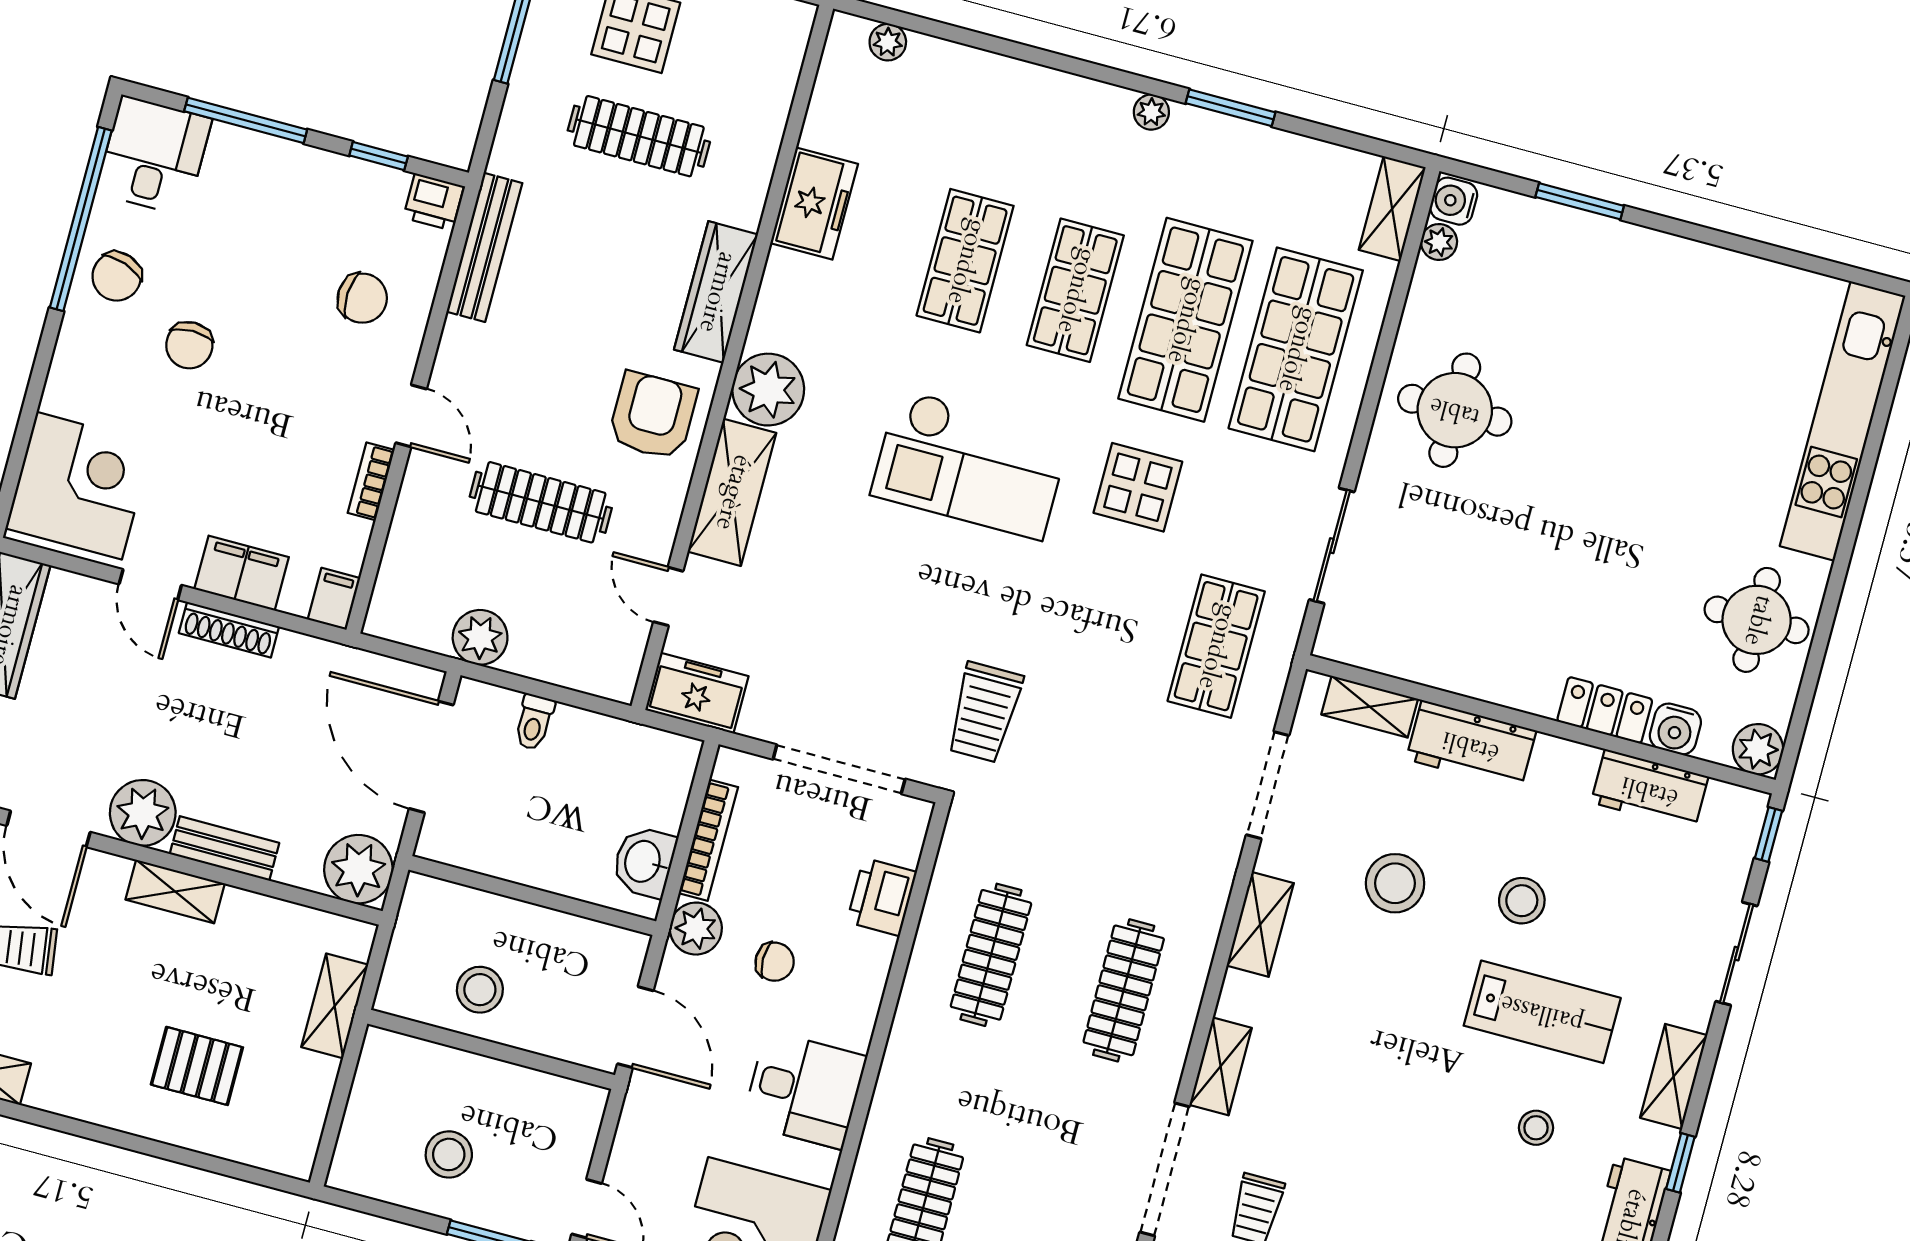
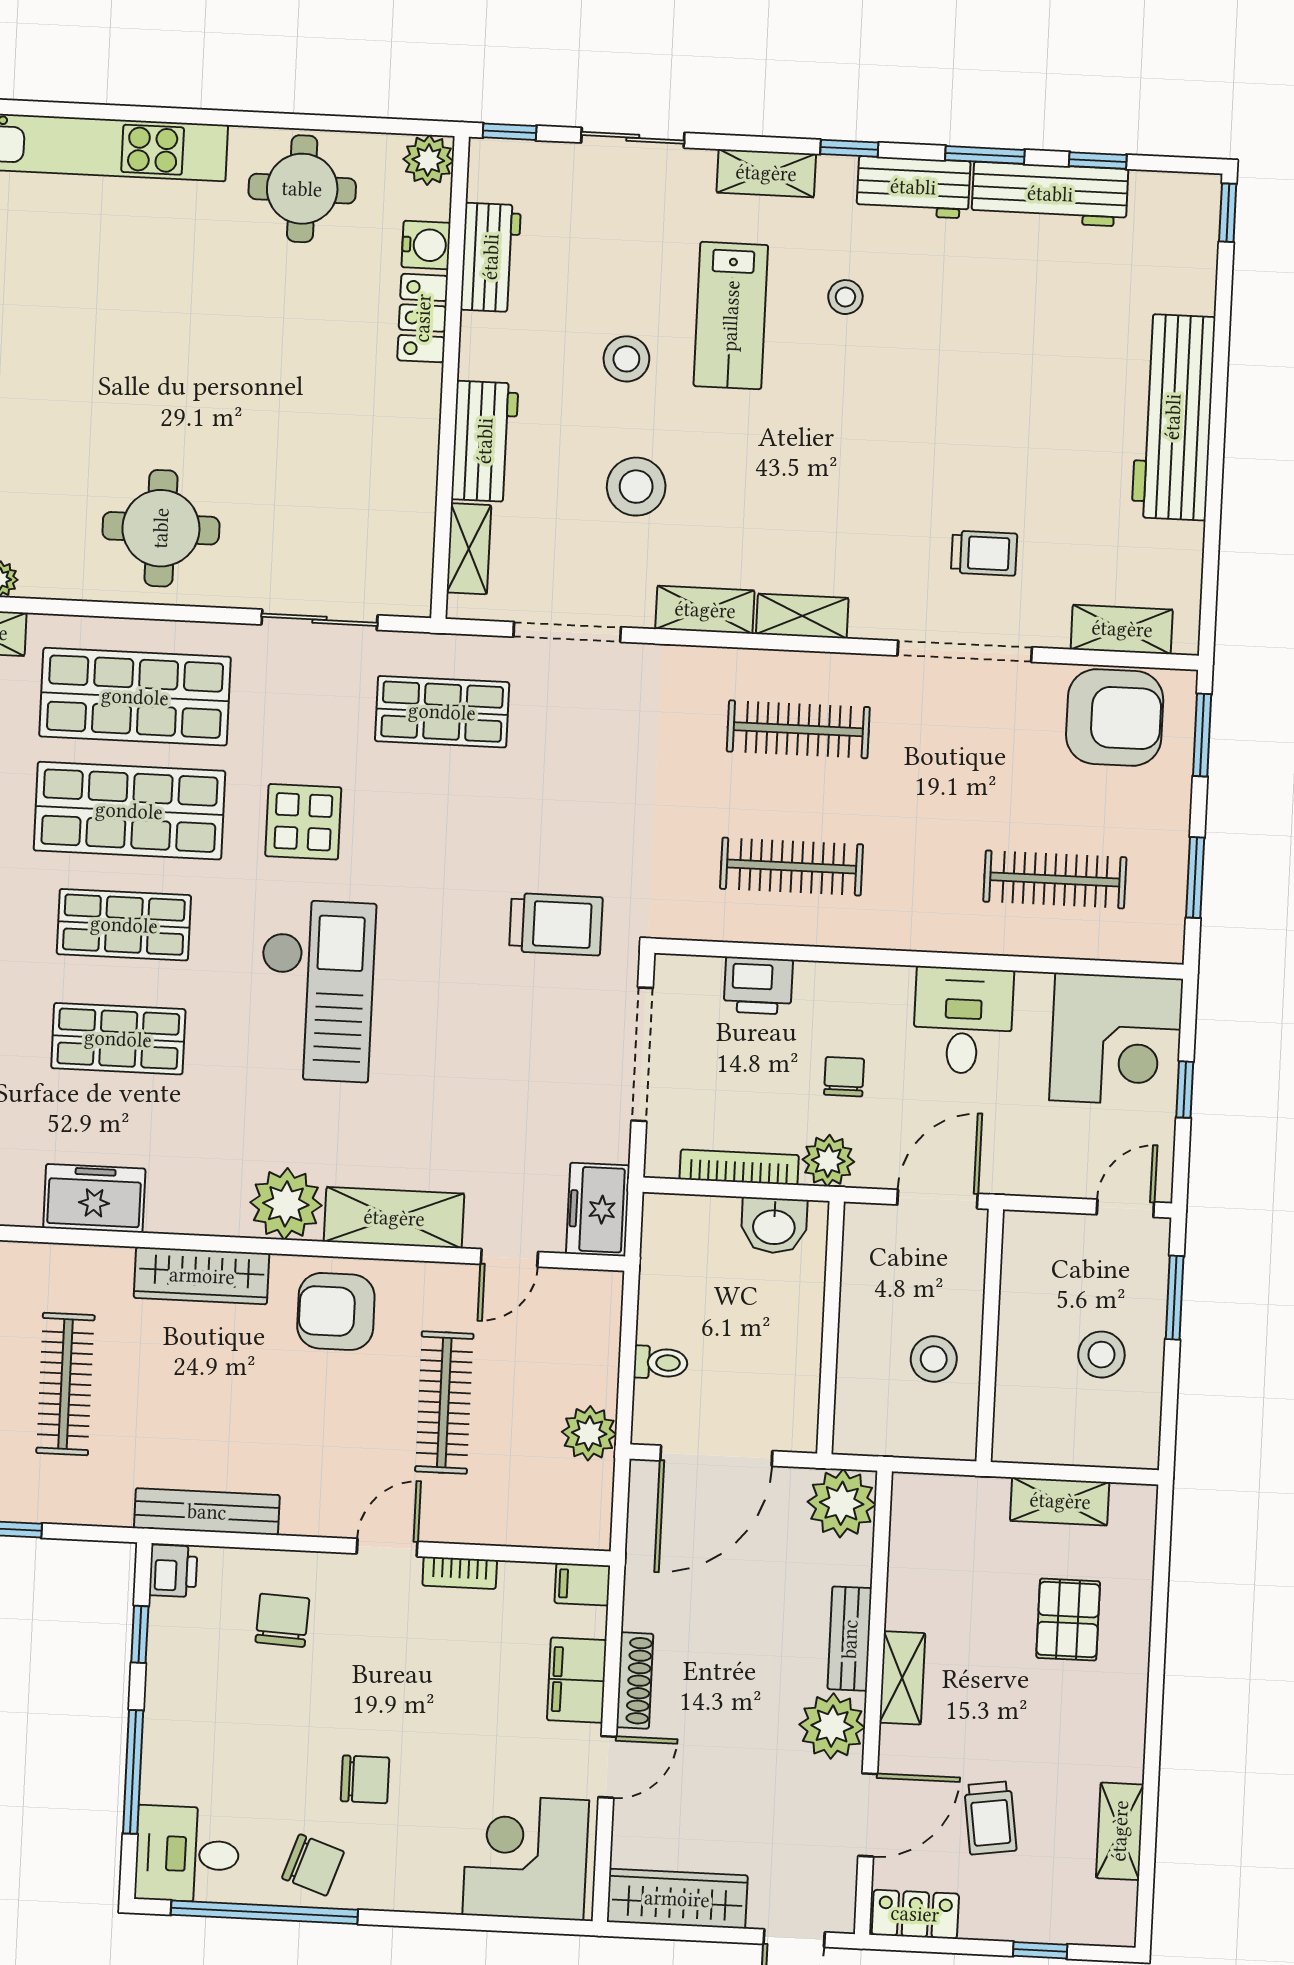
shelving: (335, 1006) -> (1060, 1501), moved
lab bench: (1542, 1012) -> (731, 316), turned 180
shelving: (1221, 1066) -> (802, 616), moved

